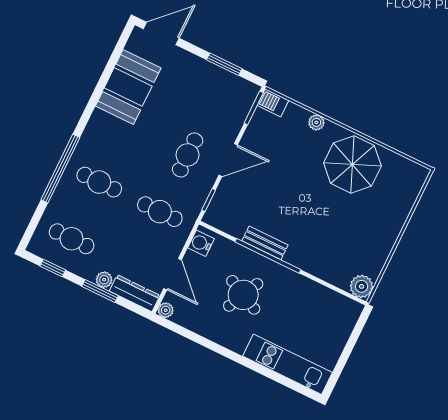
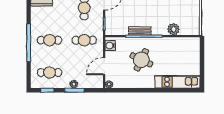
door: (173, 274) -> (104, 66), swing flipped
plant: (362, 286) -> (173, 29), moved
dresser: (135, 293) -> (91, 83), removed

